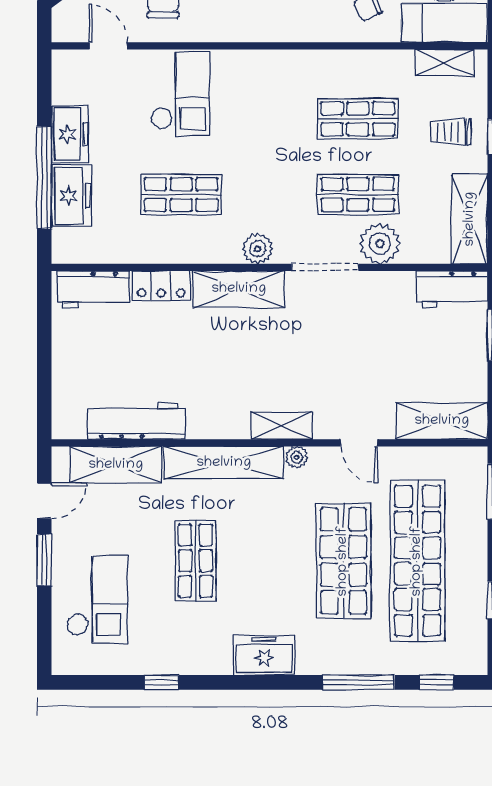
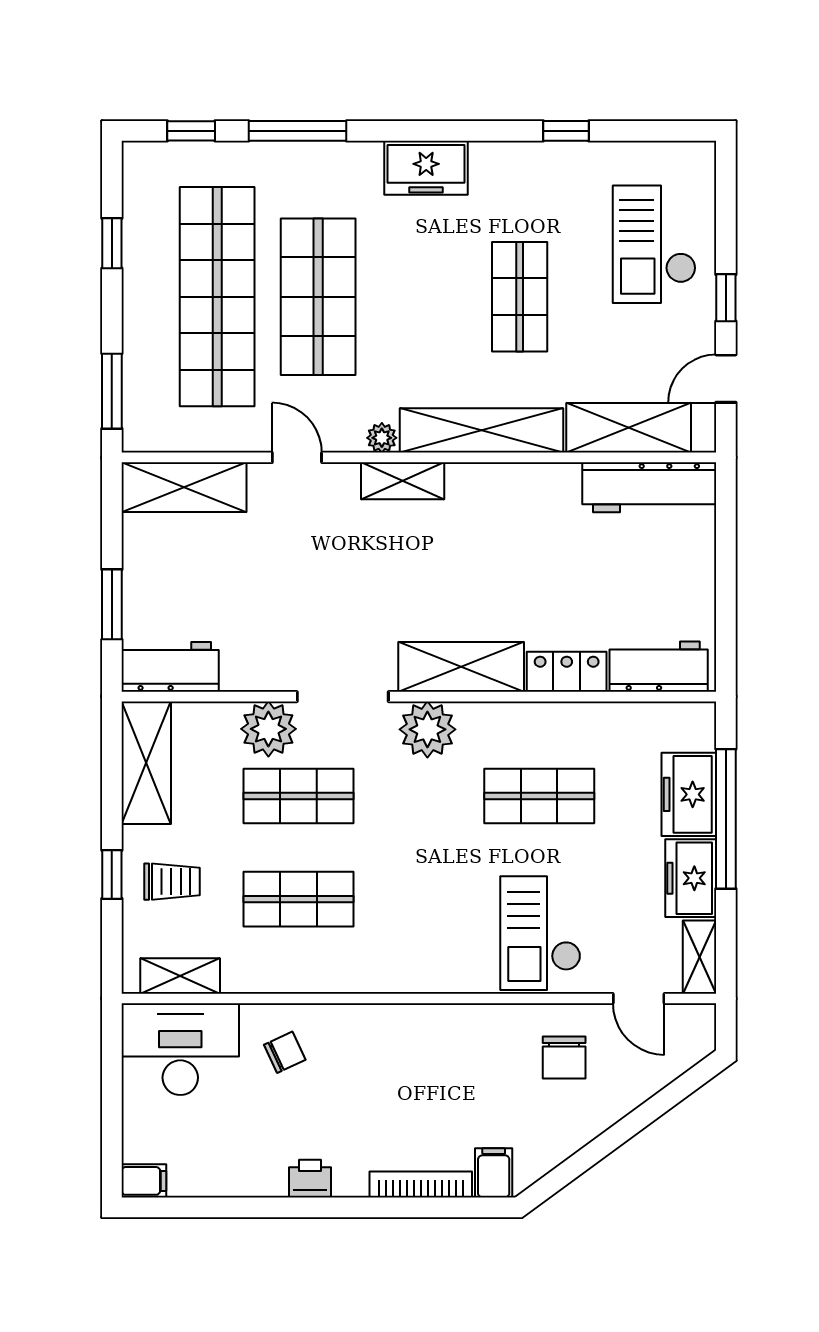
shelving: (64, 76) -> (700, 957), added
plant: (258, 249) -> (427, 729), width x1.36, depth x1.36
workbench: (136, 421) -> (649, 487), moved
window: (44, 560) -> (726, 298), width x0.67

